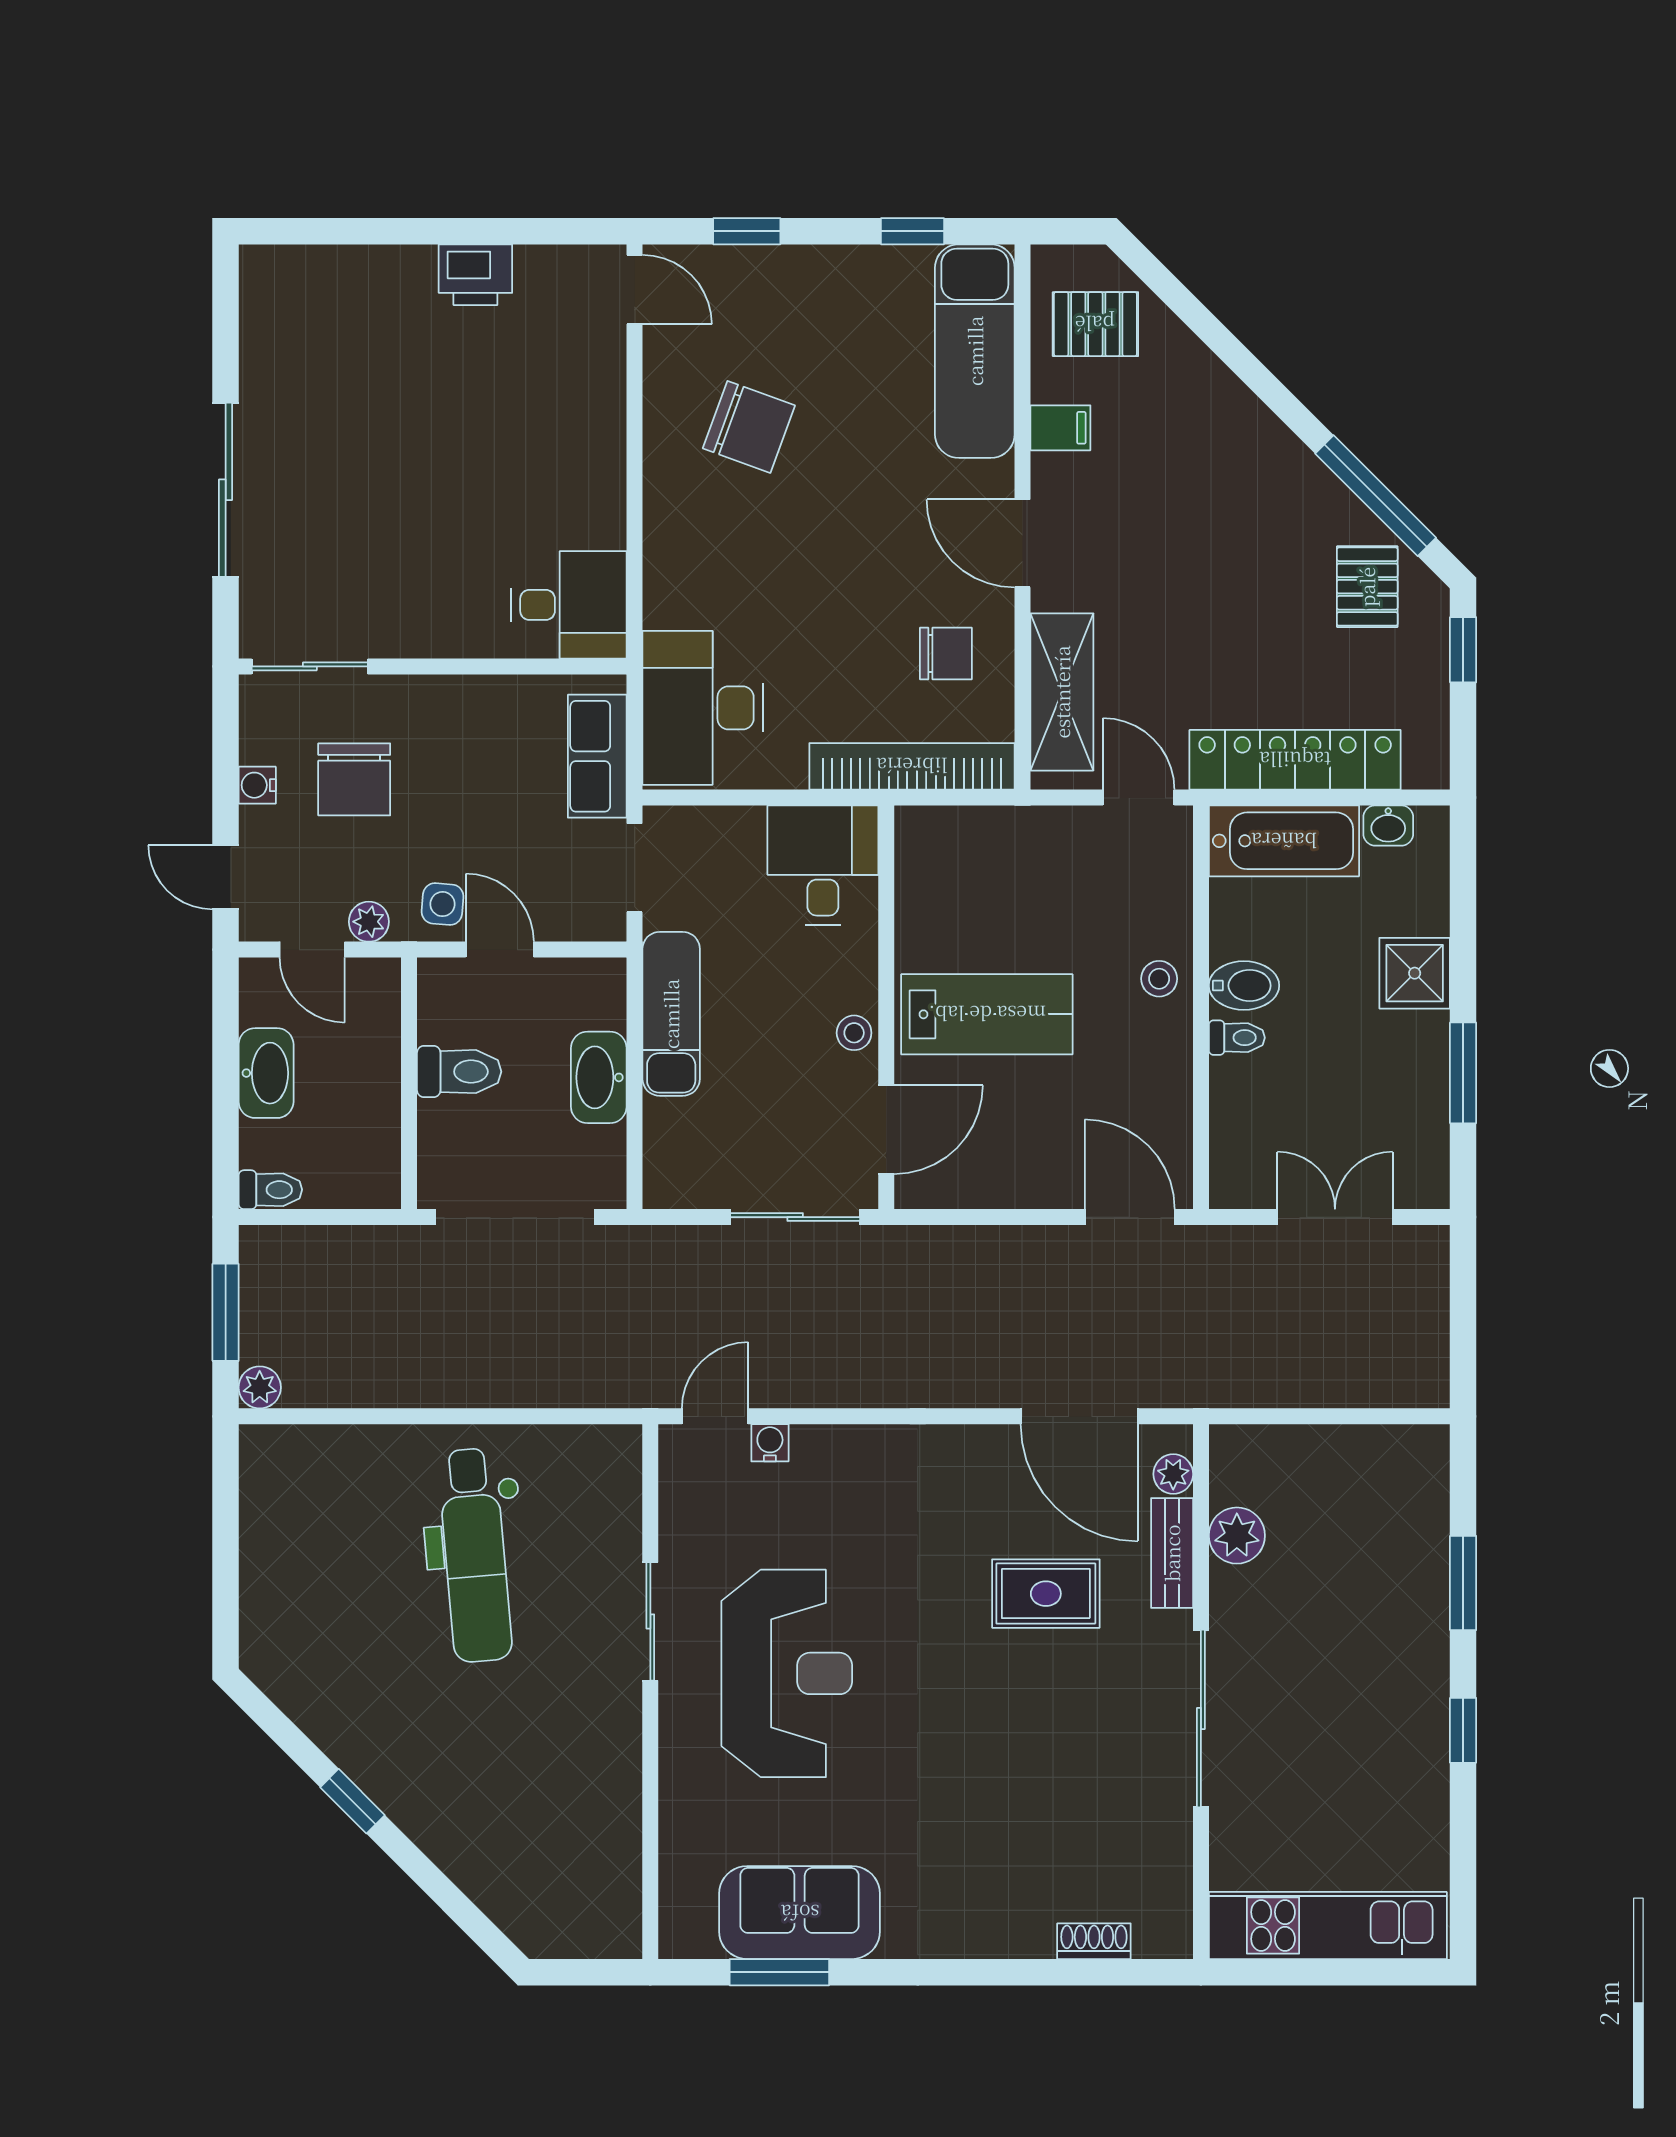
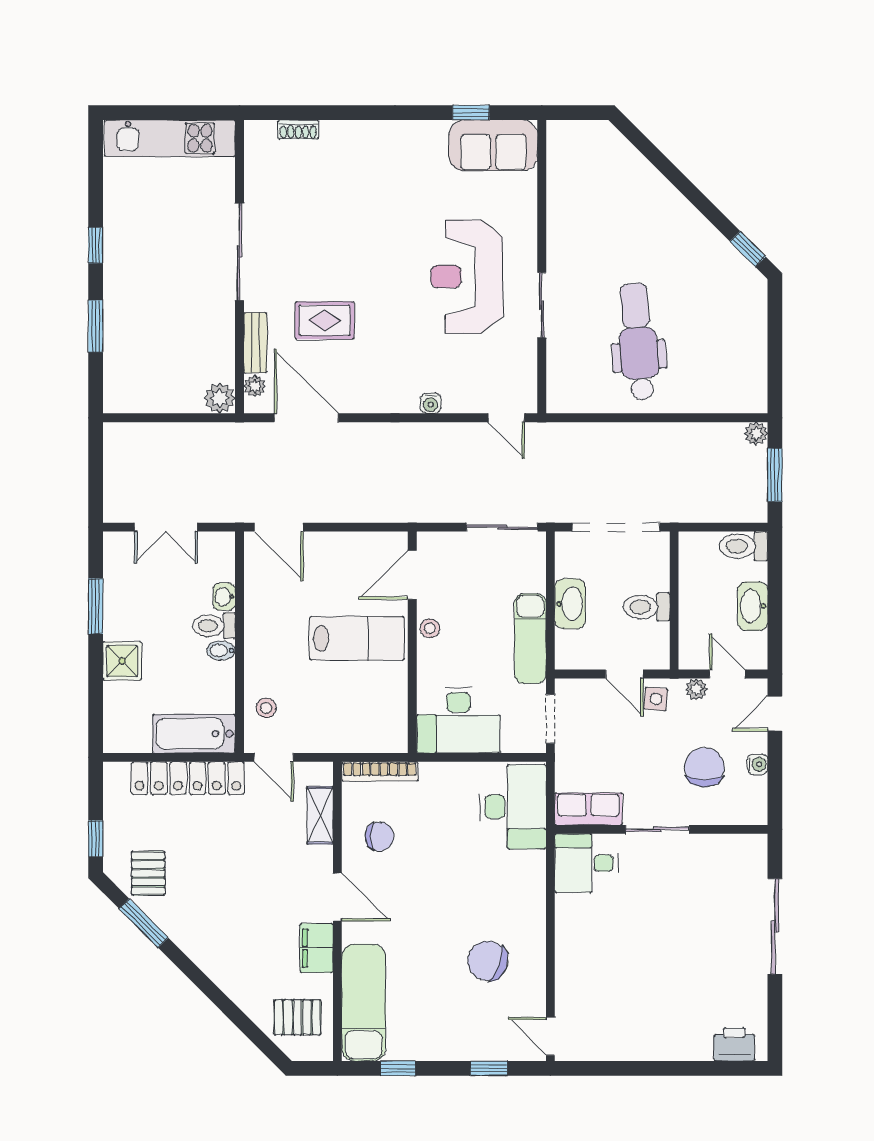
printer: (475, 275) -> (734, 1044), moved
filing cabinet: (1060, 428) -> (317, 948), width x2.00
window: (1376, 496) -> (144, 923), width x0.69
chair: (946, 653) -> (379, 836), turned 180
sliding door: (310, 666) -> (657, 829), moved
shelving: (1062, 692) -> (320, 815), width x0.67, depth x0.75
row of seats: (597, 756) -> (588, 809), moved, turned -90
bookcase: (912, 766) -> (380, 771), width x0.68, depth x0.76
washbasin: (1388, 826) -> (224, 597), moved, turned -90
desk: (823, 865) -> (458, 720), width x1.37
door: (226, 877) -> (775, 714), swing flipped
stool: (1159, 979) -> (266, 708), moved
bidet: (1244, 986) -> (221, 651), width x0.72, depth x0.74
lab bench: (987, 1014) -> (357, 638), turned 180
toilet: (1237, 1038) -> (214, 626), width x1.37, depth x1.39
toilet: (270, 1190) -> (744, 546), width x1.37, depth x1.39
sliding door: (795, 1217) -> (502, 527), moved
door: (715, 1416) -> (506, 418), hinge flipped
water cooler: (770, 1443) -> (431, 403), moved
plant: (1237, 1536) -> (220, 398), moved
window: (352, 1801) -> (748, 249), moved
sofa: (800, 1913) -> (493, 145), moved
window: (779, 1972) -> (471, 113), width x0.67

